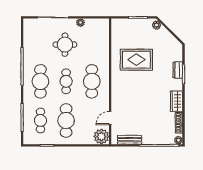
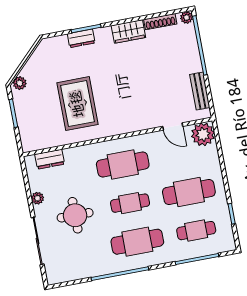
dresser: (104, 35) -> (50, 159), added

